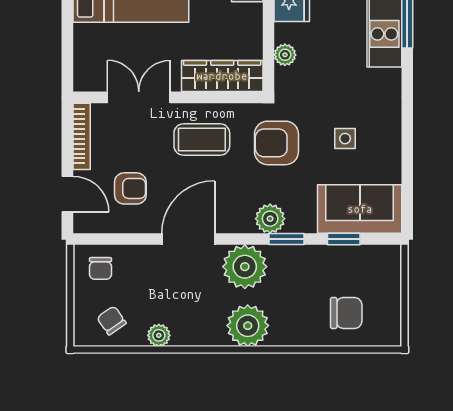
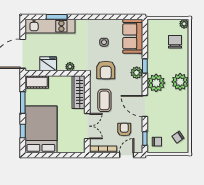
double door: (139, 97) -> (87, 126), swing flipped
window: (344, 239) -> (145, 139), moved
plant: (159, 335) -> (184, 24), moved

